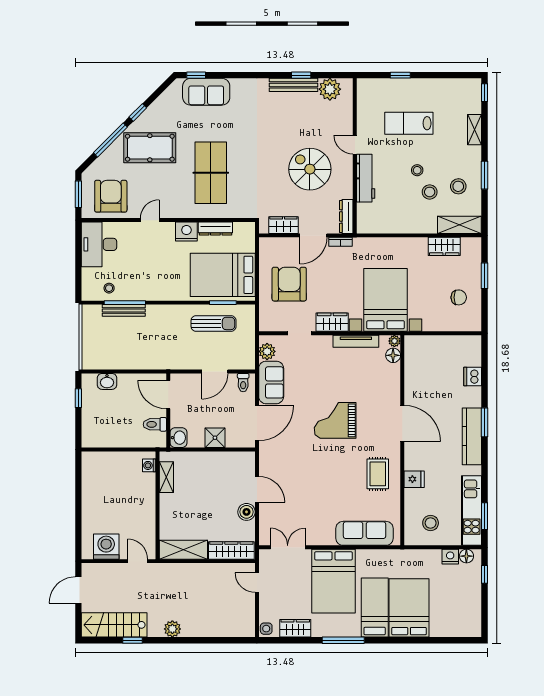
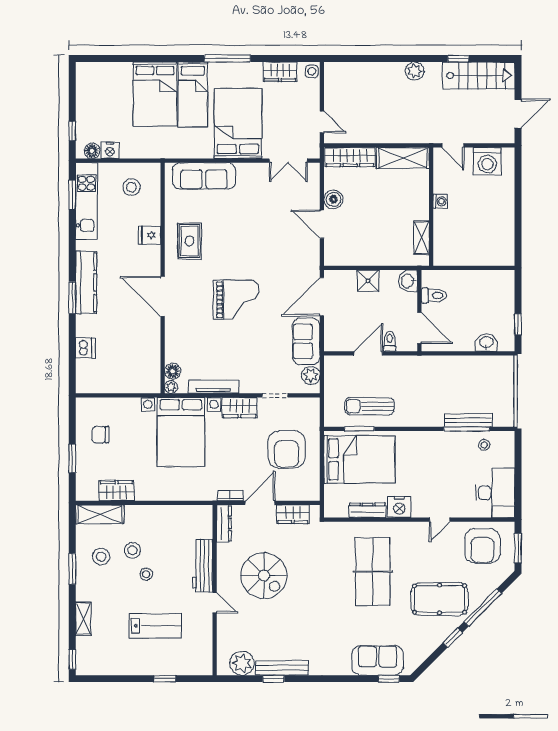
toilet: (243, 383) -> (390, 341), moved
washing machine: (149, 465) -> (440, 201), moved

